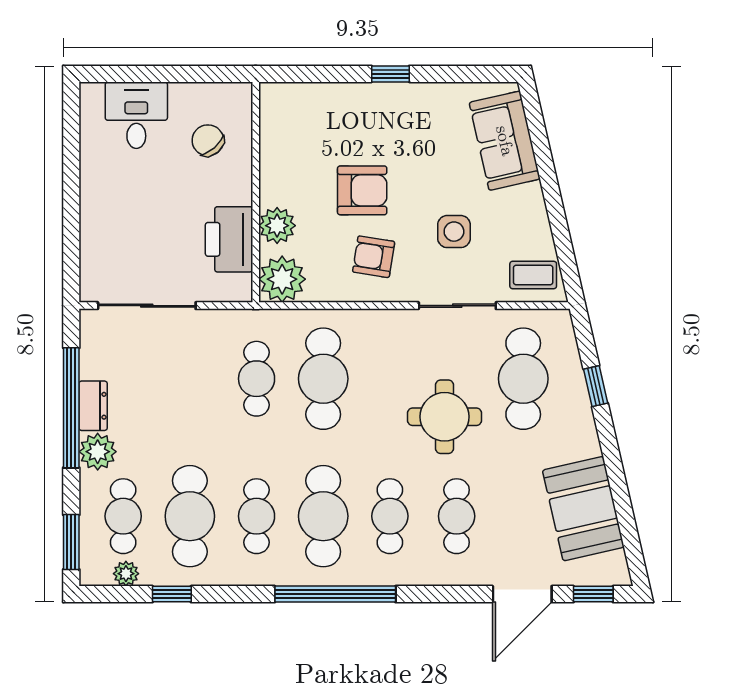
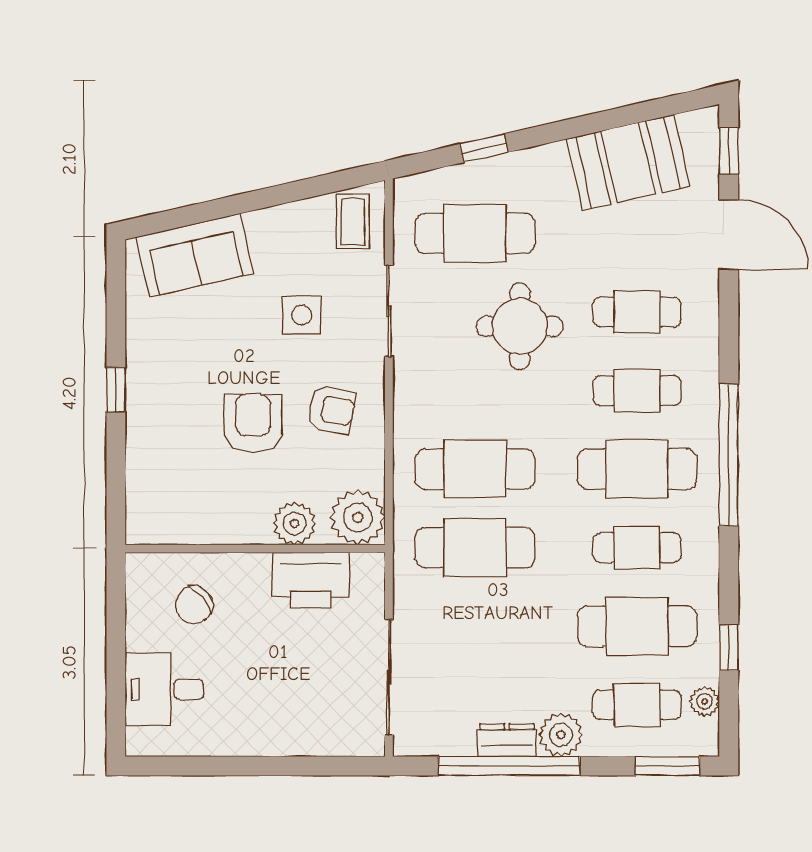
armchair: (374, 257) -> (331, 410), turned -89
cafe table: (257, 379) -> (475, 548), width x1.37, depth x1.35

